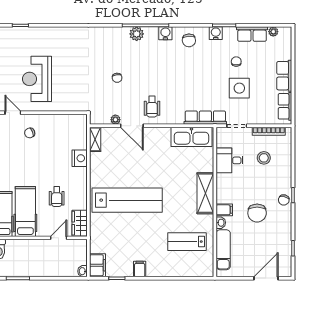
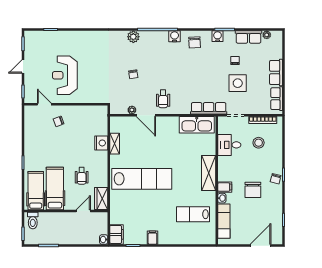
plant: (137, 34) -> (133, 37), moved
shelving: (95, 139) -> (115, 144), moved

